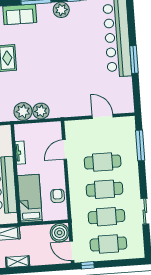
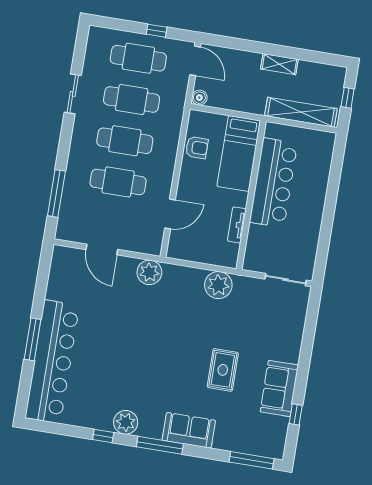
window: (134, 60) -> (33, 339), moved
plant: (41, 111) -> (149, 272), moved
armchair: (58, 196) -> (197, 148), turned -90
boiler: (60, 233) -> (199, 98), width x0.54, depth x0.54
window: (88, 265) -> (157, 31), moved

